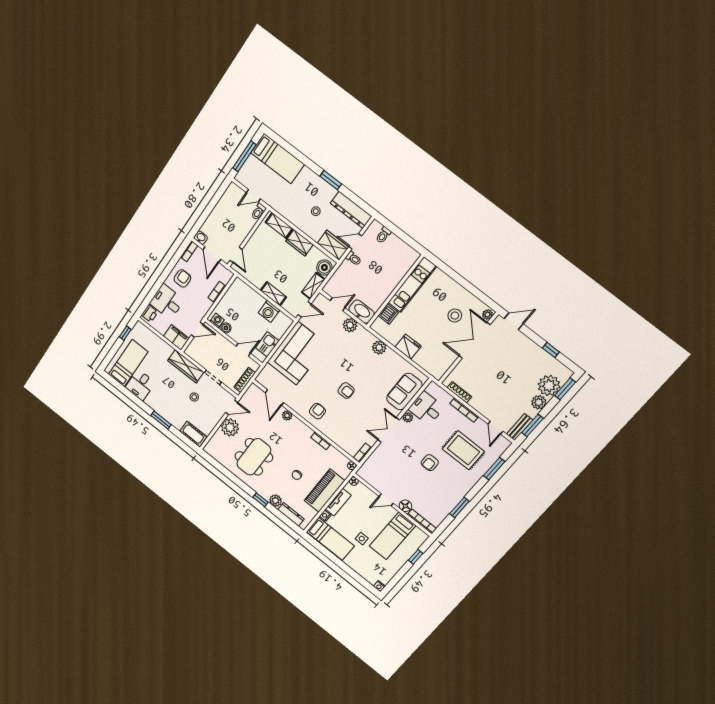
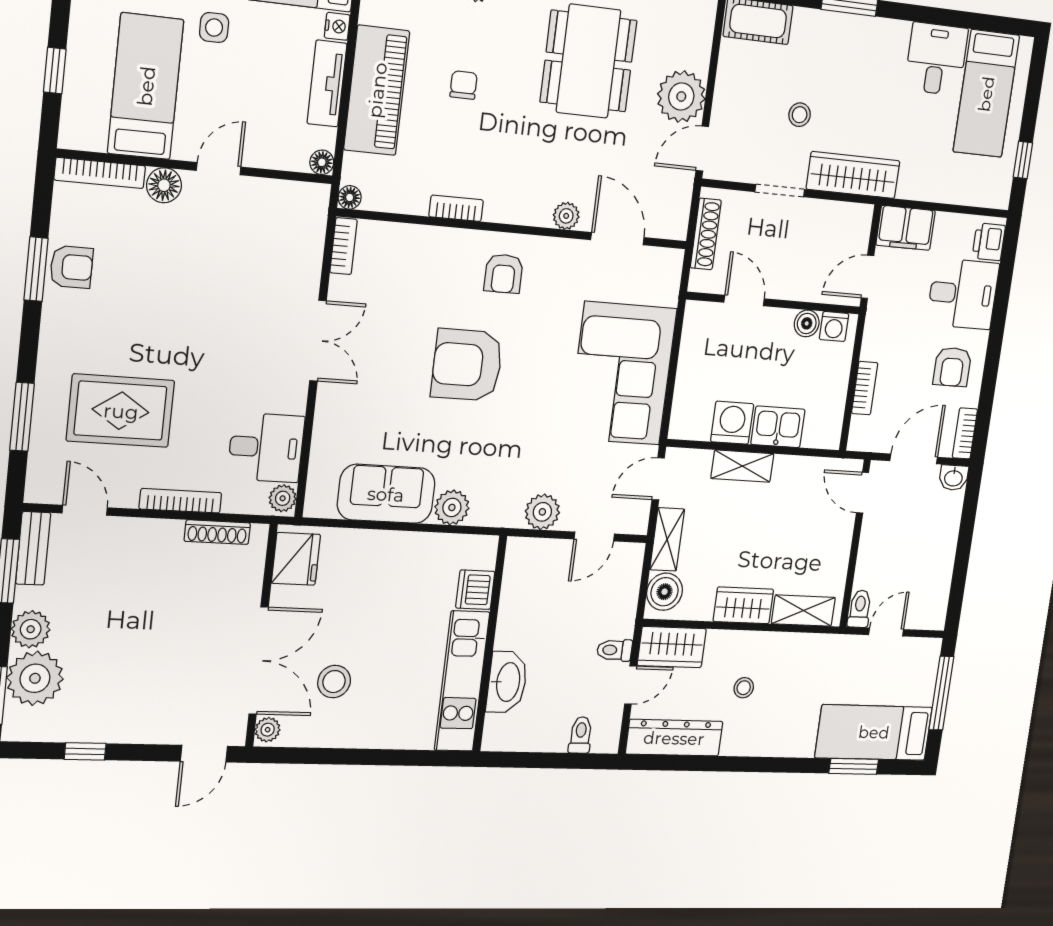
window: (331, 180) -> (854, 766), moved
door: (212, 255) -> (914, 459), hinge flipped
washbasin: (361, 312) -> (507, 682), moved, turned -90
kitchen sink: (267, 344) -> (778, 427), moved, turned -90
fridge: (408, 347) -> (296, 559), moved, turned -90
door: (243, 350) -> (744, 301), swing flipped
armchair: (346, 391) -> (467, 365), width x1.88, depth x1.88
sofa: (404, 392) -> (386, 494), moved, turned -90
plant: (408, 417) -> (283, 498), moved
armchair: (430, 463) -> (71, 267), moved, turned 90

